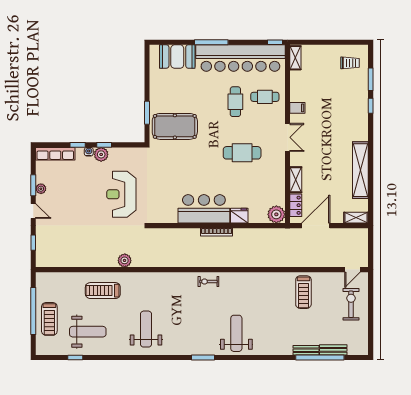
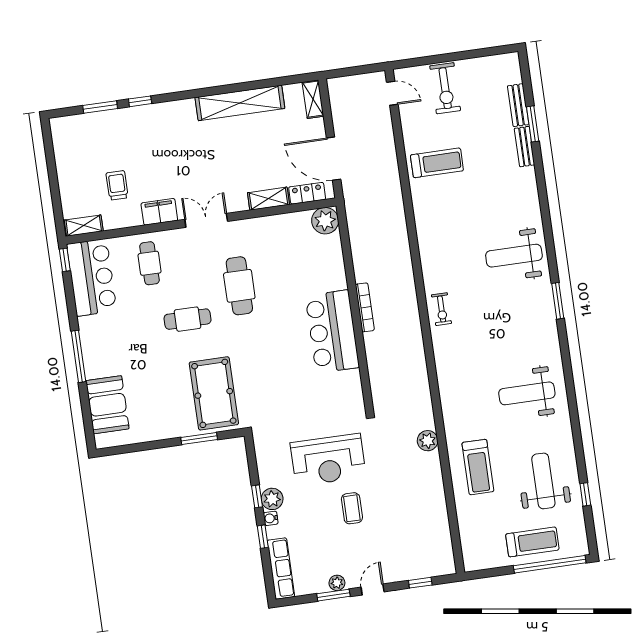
bar counter: (240, 58) -> (92, 277), width x0.54
trolley: (350, 63) -> (117, 185), moved
cafe table: (235, 102) -> (188, 319), moved
filing cabinet: (297, 108) -> (159, 212), width x2.00
coffee table: (88, 205) -> (352, 508), added
fridge: (239, 216) -> (335, 276), removed
exercise bike: (351, 304) -> (445, 88), turned -90
window: (33, 311) -> (550, 564), moved
window: (320, 358) -> (533, 124), width x0.47

